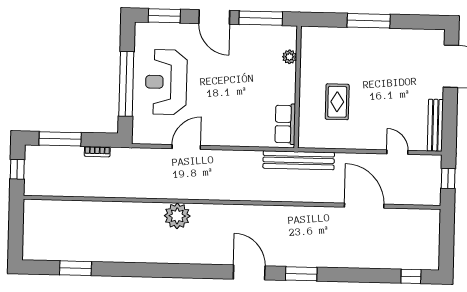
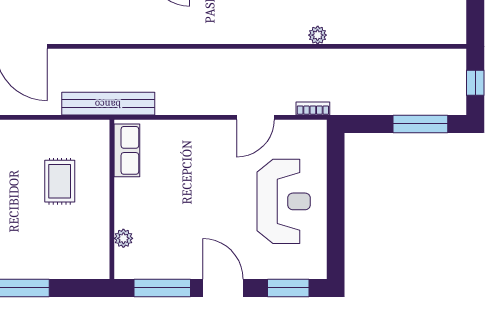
window: (126, 84) -> (336, 198), removed
bookcase: (97, 152) -> (313, 108), moved
plant: (177, 216) -> (318, 35), moved, width x0.53, depth x0.53

